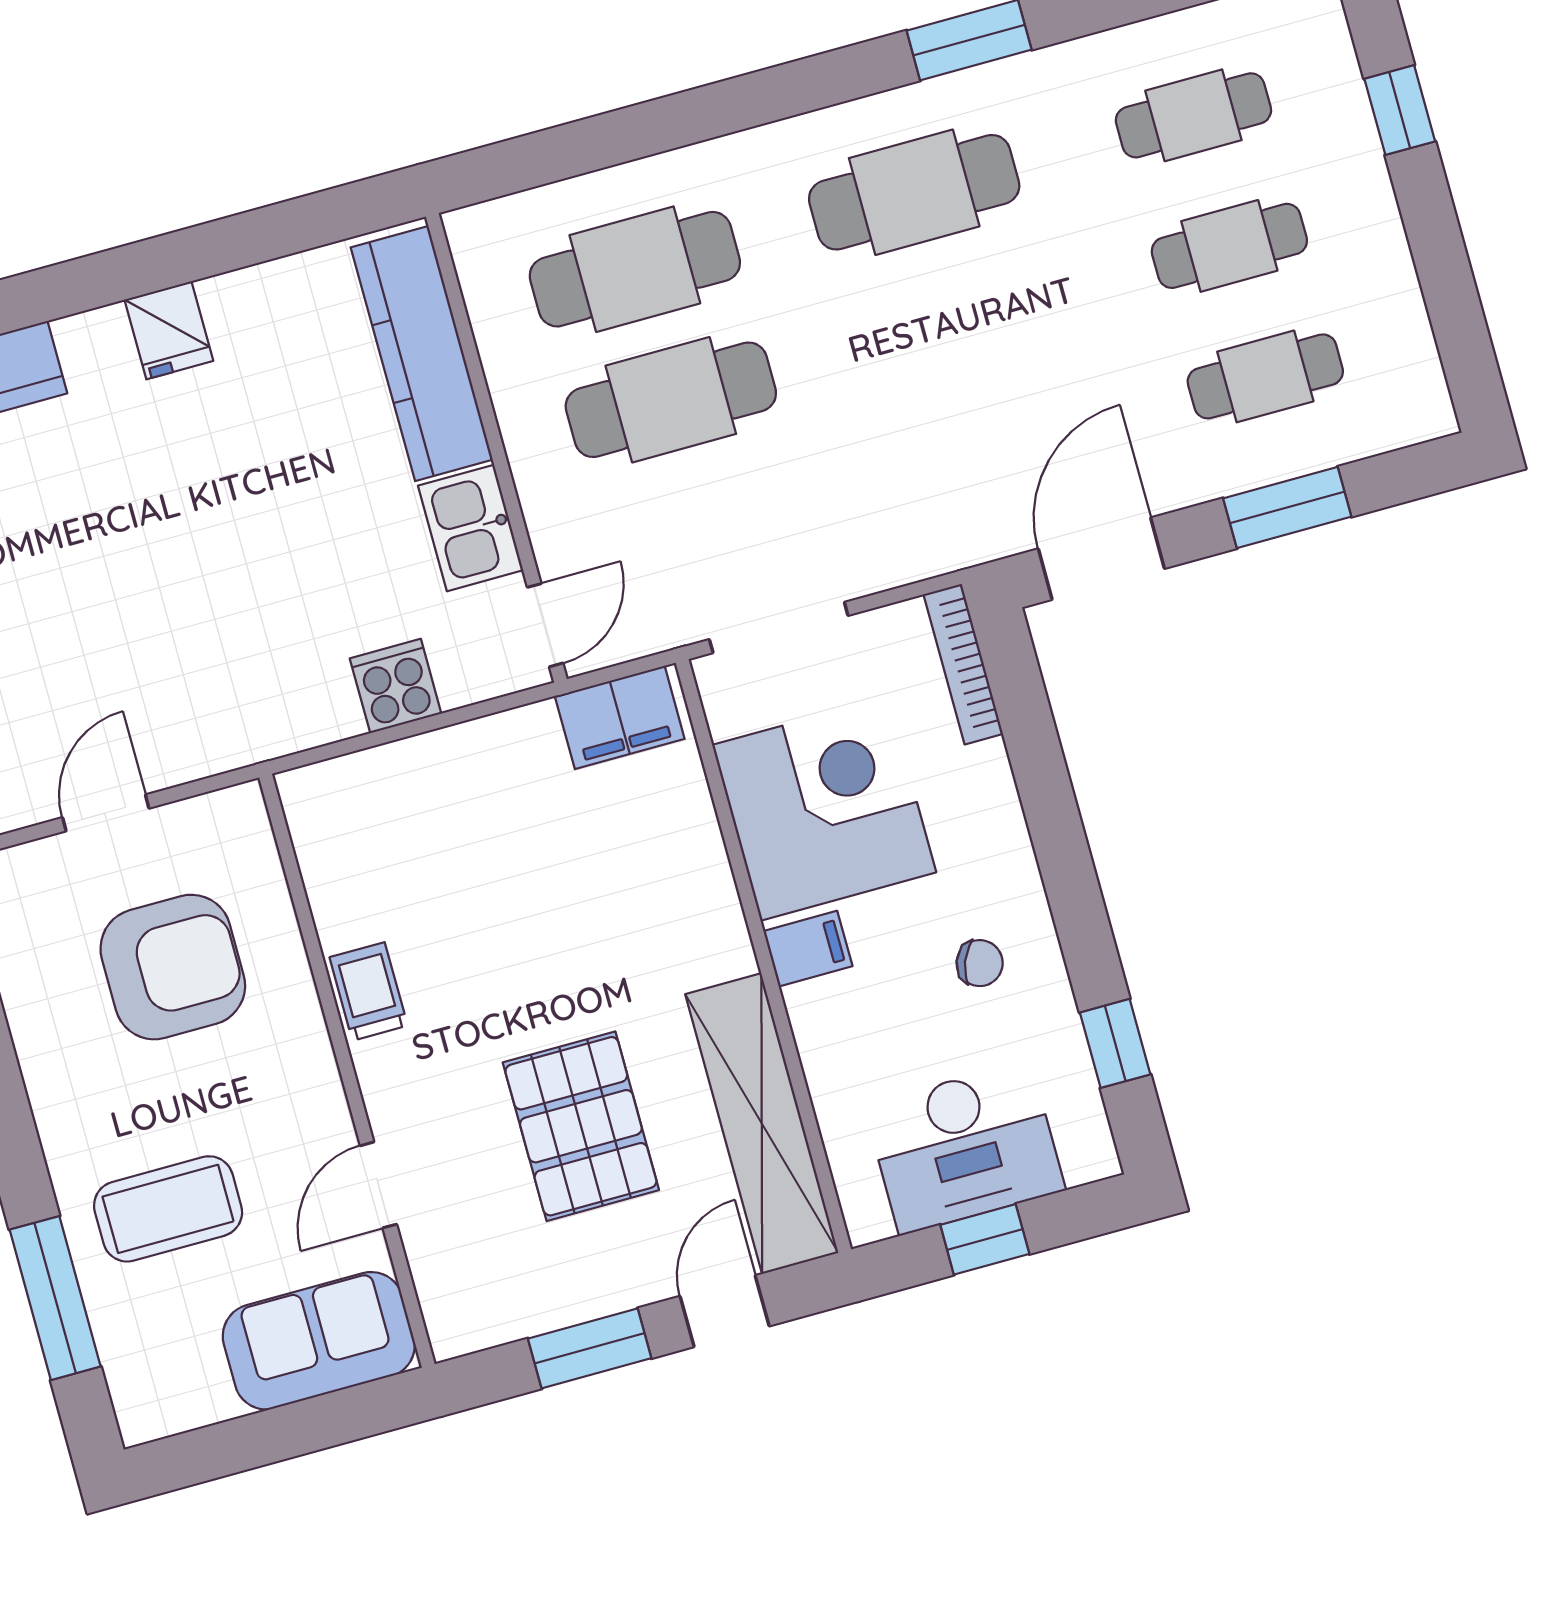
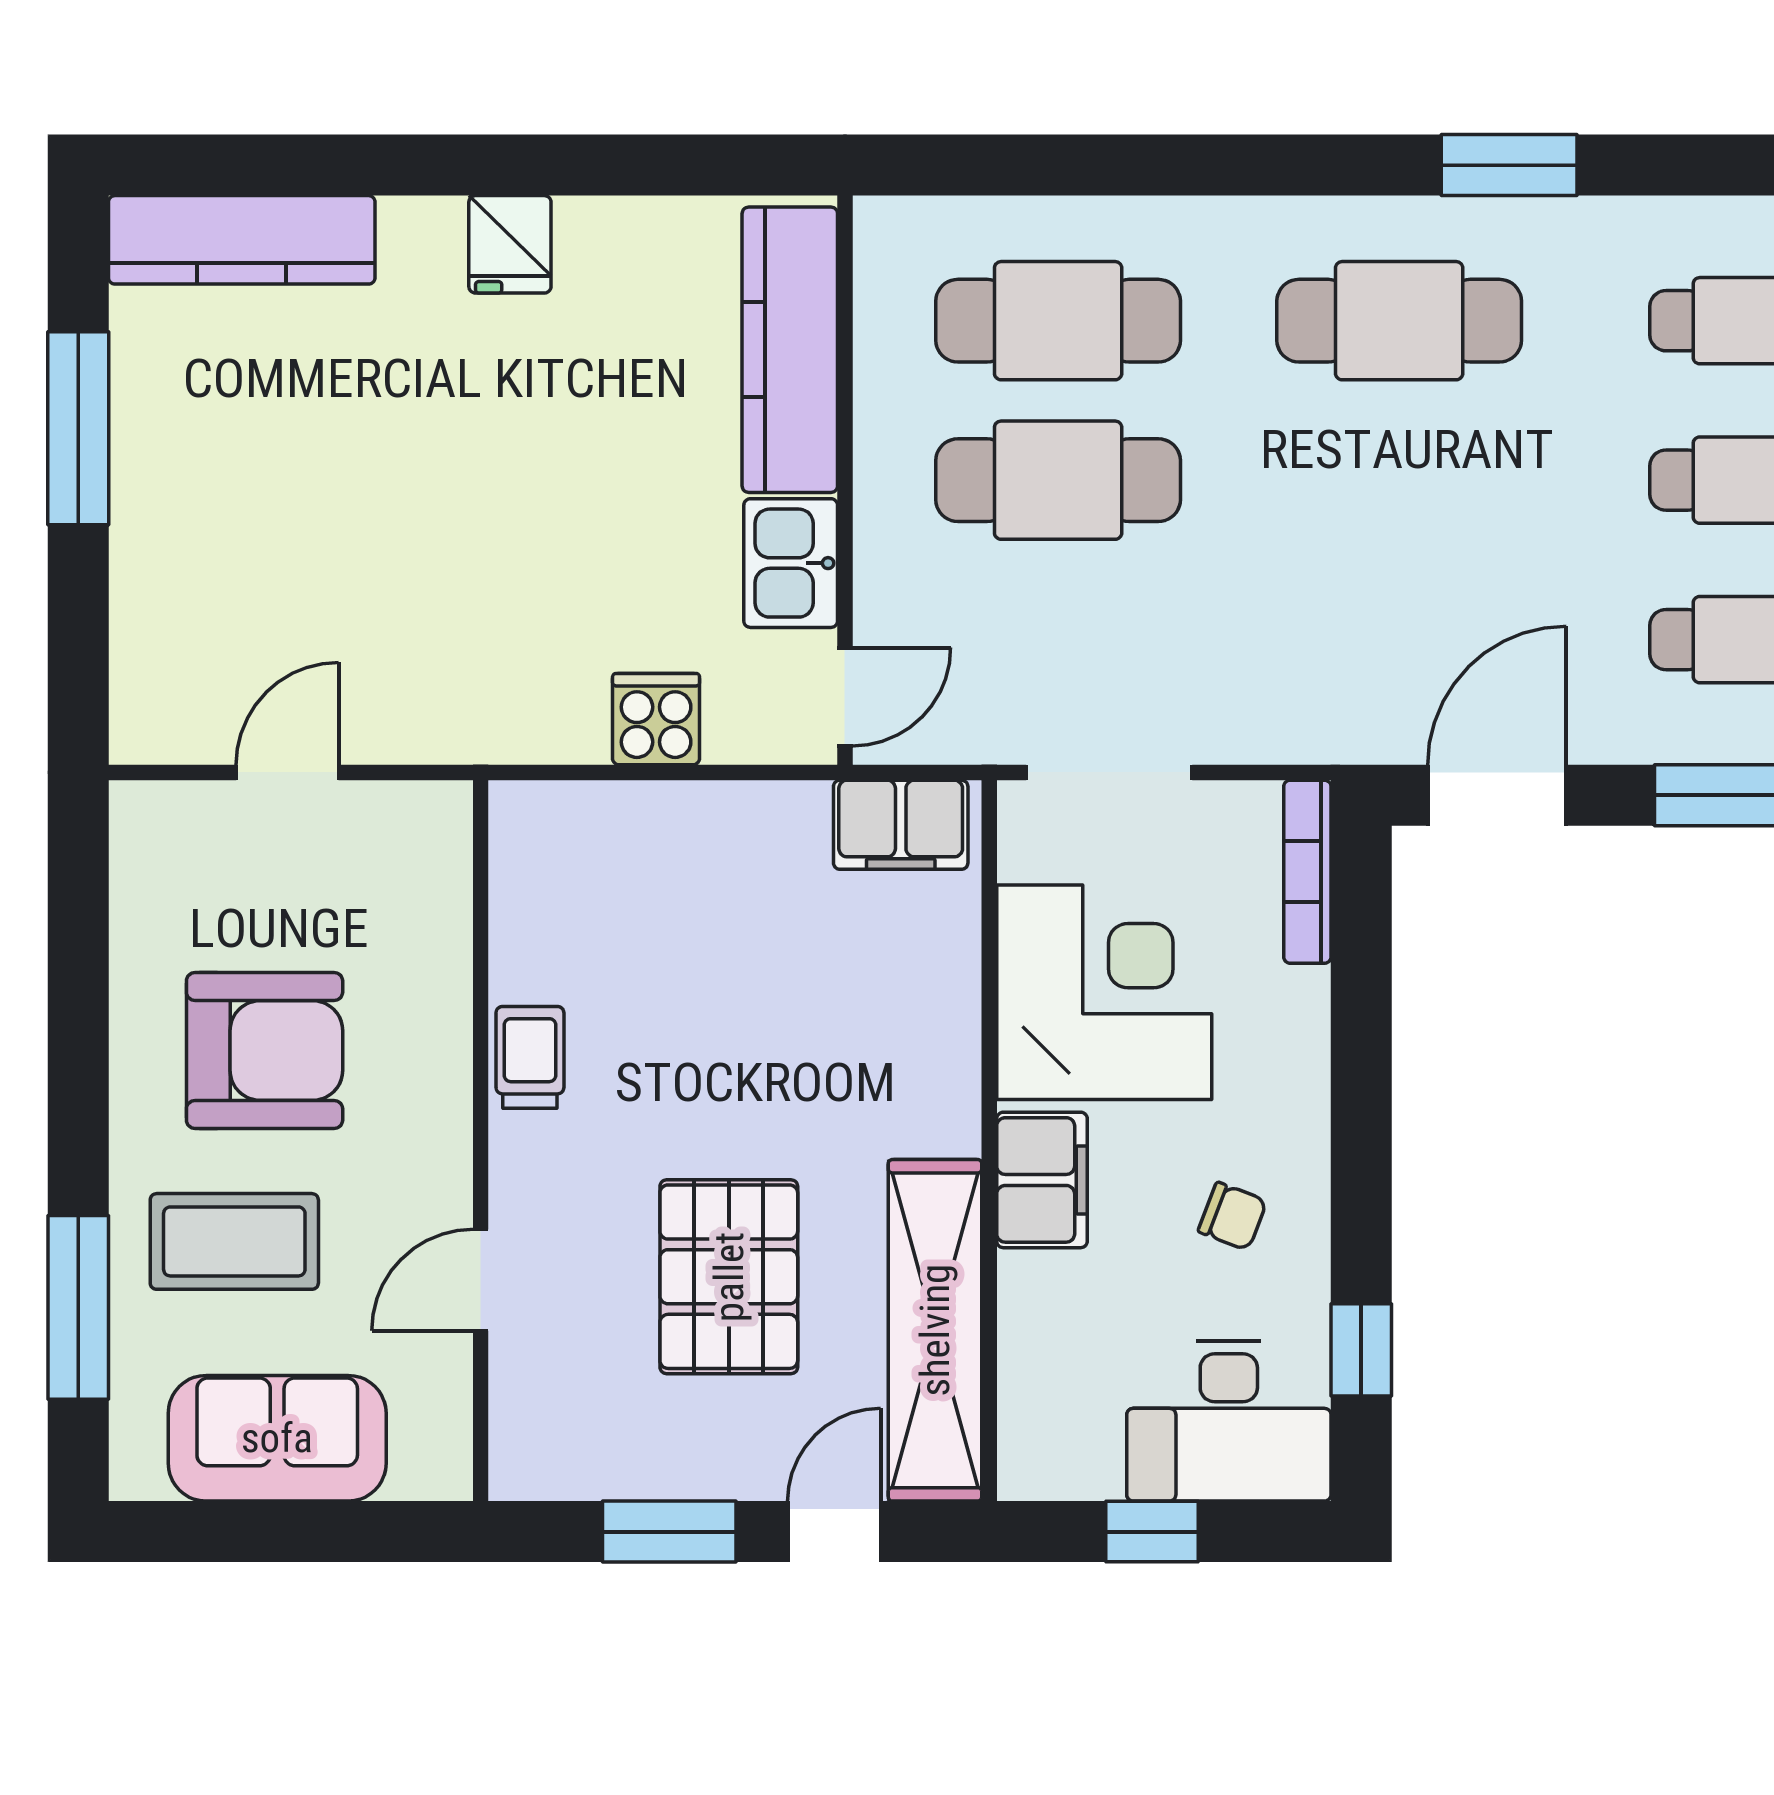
filing cabinet: (808, 949) -> (1042, 1180), width x2.00
armchair: (173, 967) -> (265, 1050), moved
desk: (965, 1148) -> (1229, 1421), moved
sofa: (319, 1341) -> (277, 1438), moved

